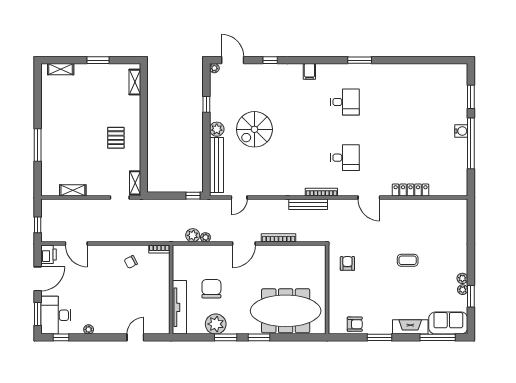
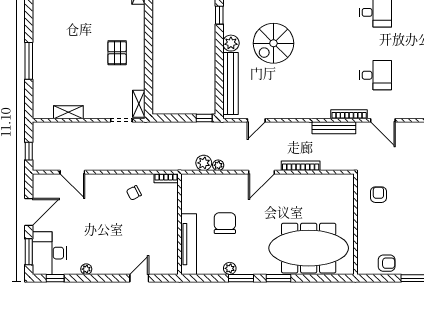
door: (369, 198) -> (383, 120), moved
printer: (49, 254) -> (41, 184), removed
plant: (216, 324) -> (230, 268), width x0.53, depth x0.53

